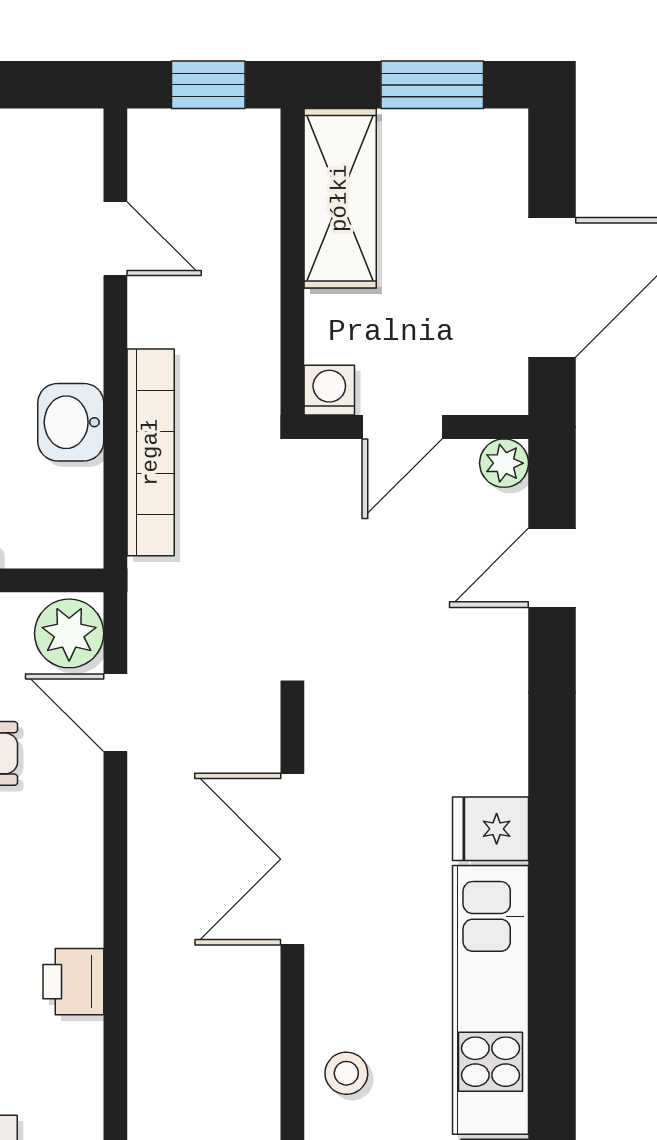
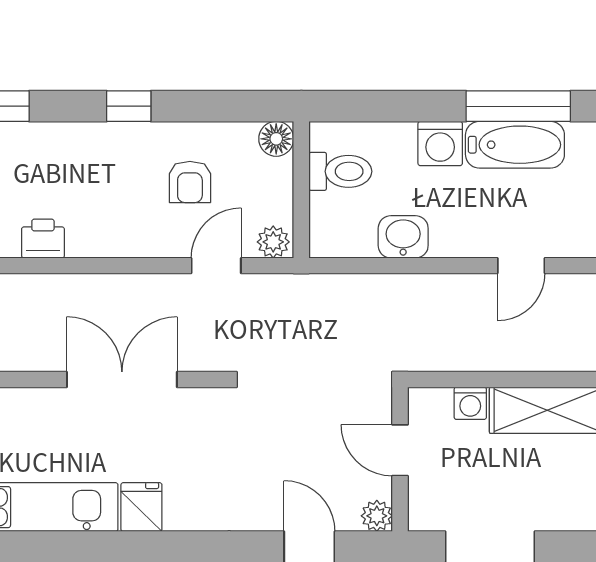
washing machine: (329, 390) -> (470, 403), moved, turned 90
bookcase: (151, 452) -> (384, 288), removed
plant: (69, 633) -> (273, 242), width x0.73, depth x0.73

